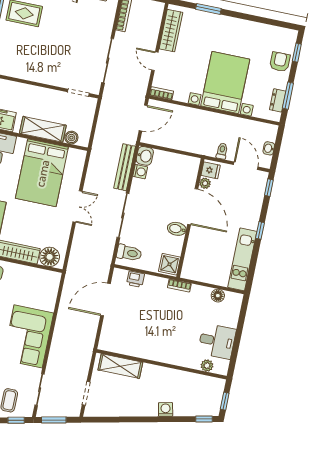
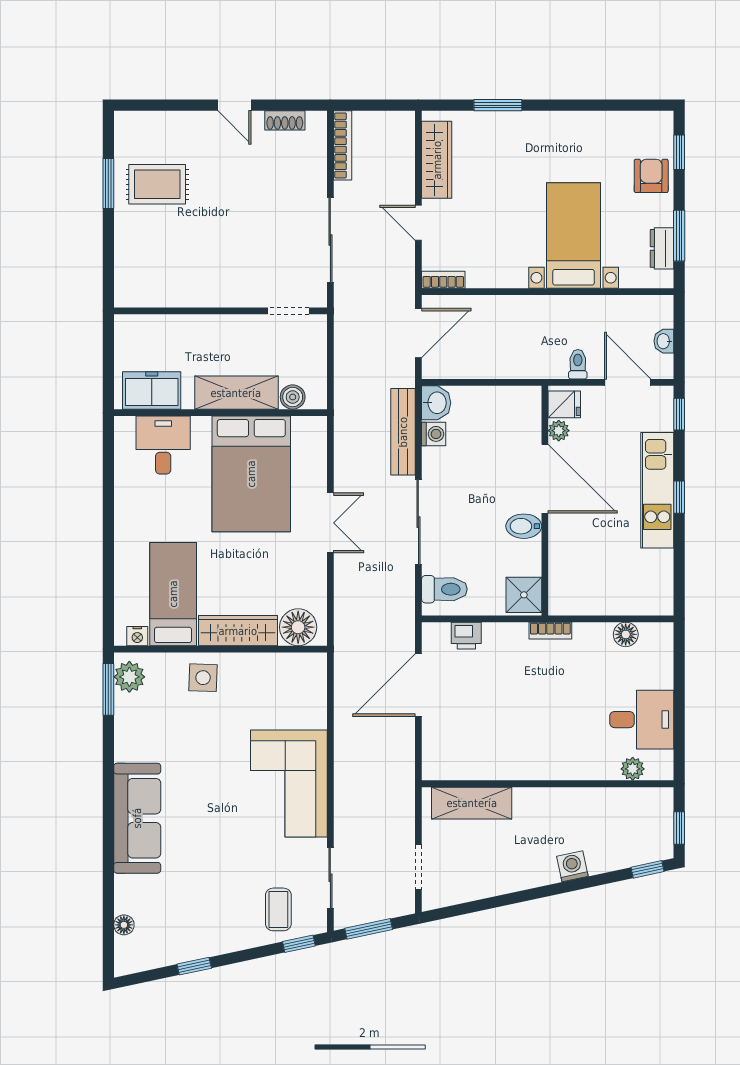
bed with nightstands: (225, 82) -> (574, 235), width x0.73
kitchen unit: (242, 259) -> (657, 490), moved

